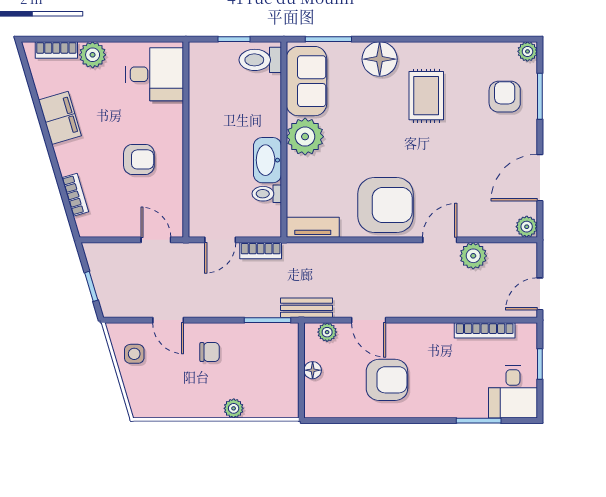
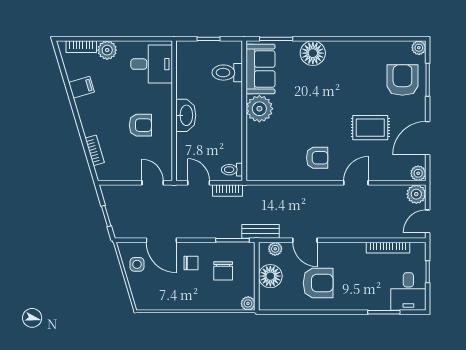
toilet: (260, 60) -> (227, 73), moved
rug: (426, 96) -> (370, 128), moved, turned 90
armchair: (505, 97) -> (402, 80), width x1.38, depth x1.38
filing cabinet: (60, 118) -> (81, 87), width x0.50
washbasin: (267, 160) -> (186, 115), moved, turned 180
toilet: (267, 194) -> (232, 170), moved
armchair: (386, 205) -> (317, 158), width x0.53, depth x0.53
tv unit: (313, 227) -> (265, 174), removed
door: (220, 240) -> (199, 183), swing flipped
plant: (473, 256) -> (416, 194), moved
door: (168, 320) -> (161, 240), width x1.38
chair: (254, 363) -> (223, 271), added
floor lamp: (313, 370) -> (270, 276), width x1.89, depth x1.89
plant: (234, 408) -> (248, 303), moved

